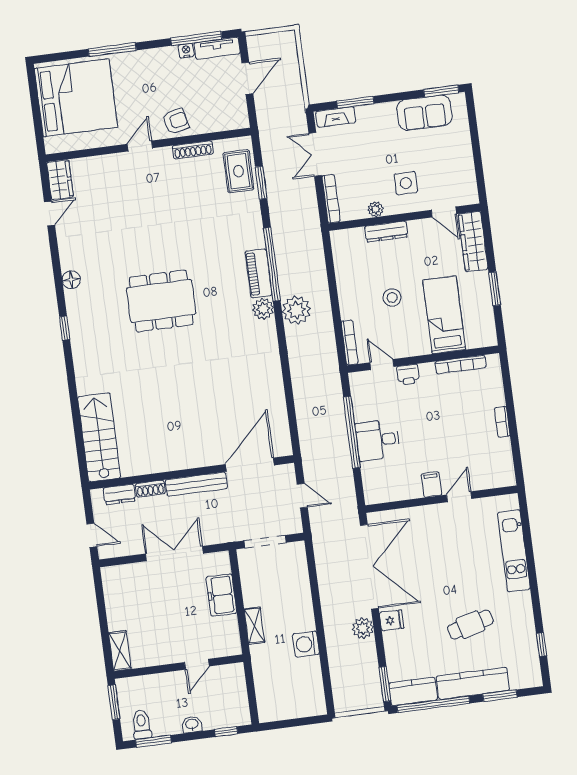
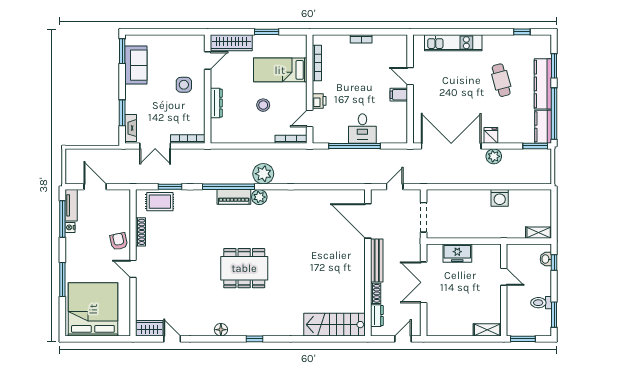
plant: (375, 209) -> (199, 109), removed
dining table: (161, 301) -> (244, 268), turned 90
shelving: (254, 626) -> (539, 233), moved
toilet: (142, 724) -> (541, 303), moved
washbasin: (192, 724) -> (546, 259), moved

